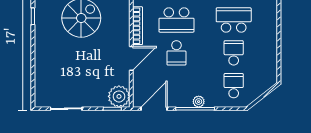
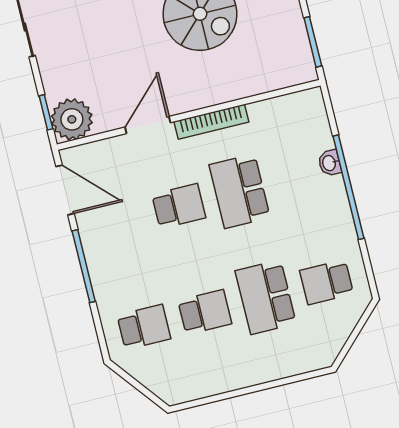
school desk: (234, 20) -> (266, 297), turned 180
school desk: (176, 53) -> (179, 206), turned 180
door: (131, 58) -> (148, 125), swing flipped
plant: (199, 102) -> (99, 269), removed

